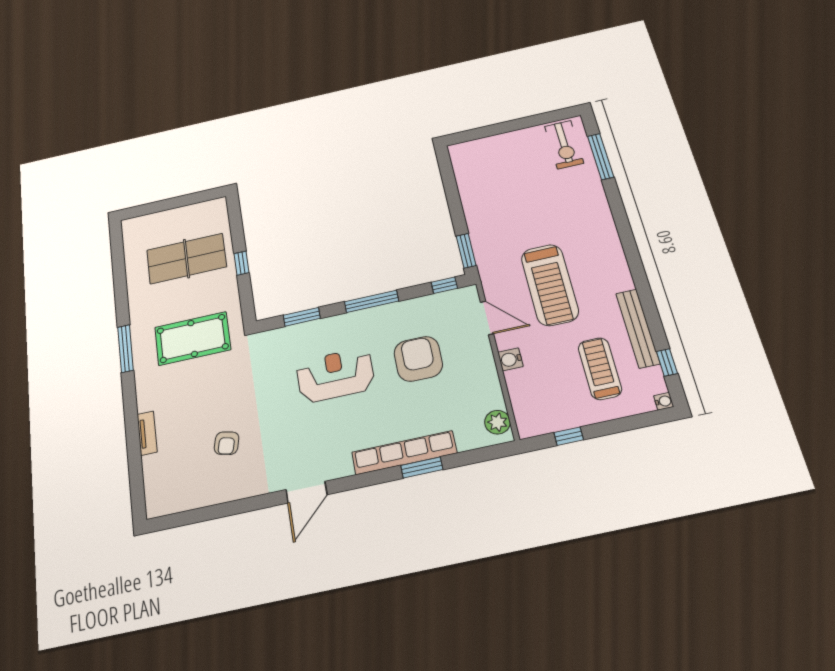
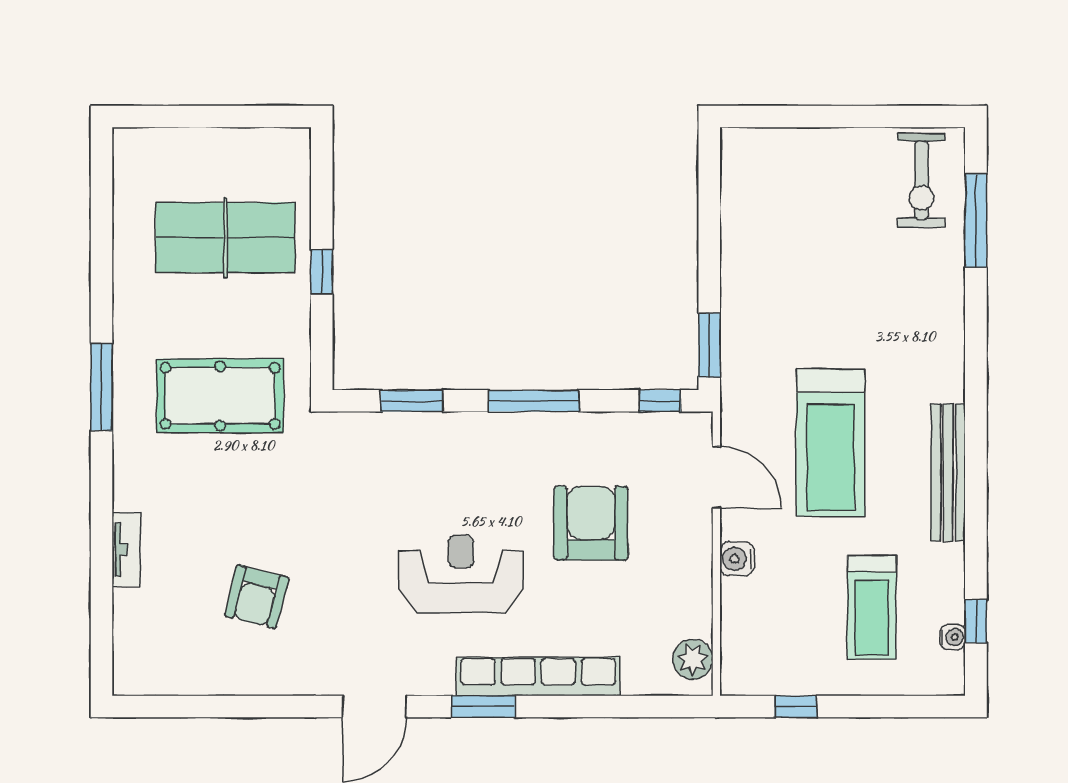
bench: (638, 328) -> (948, 473), moved
treadmill: (600, 369) -> (872, 607), turned 180
reception desk: (335, 375) -> (461, 574), moved
water cooler: (664, 401) -> (953, 637), moved
armchair: (227, 443) -> (257, 597), width x1.38, depth x1.38
window: (422, 468) -> (483, 707), moved

